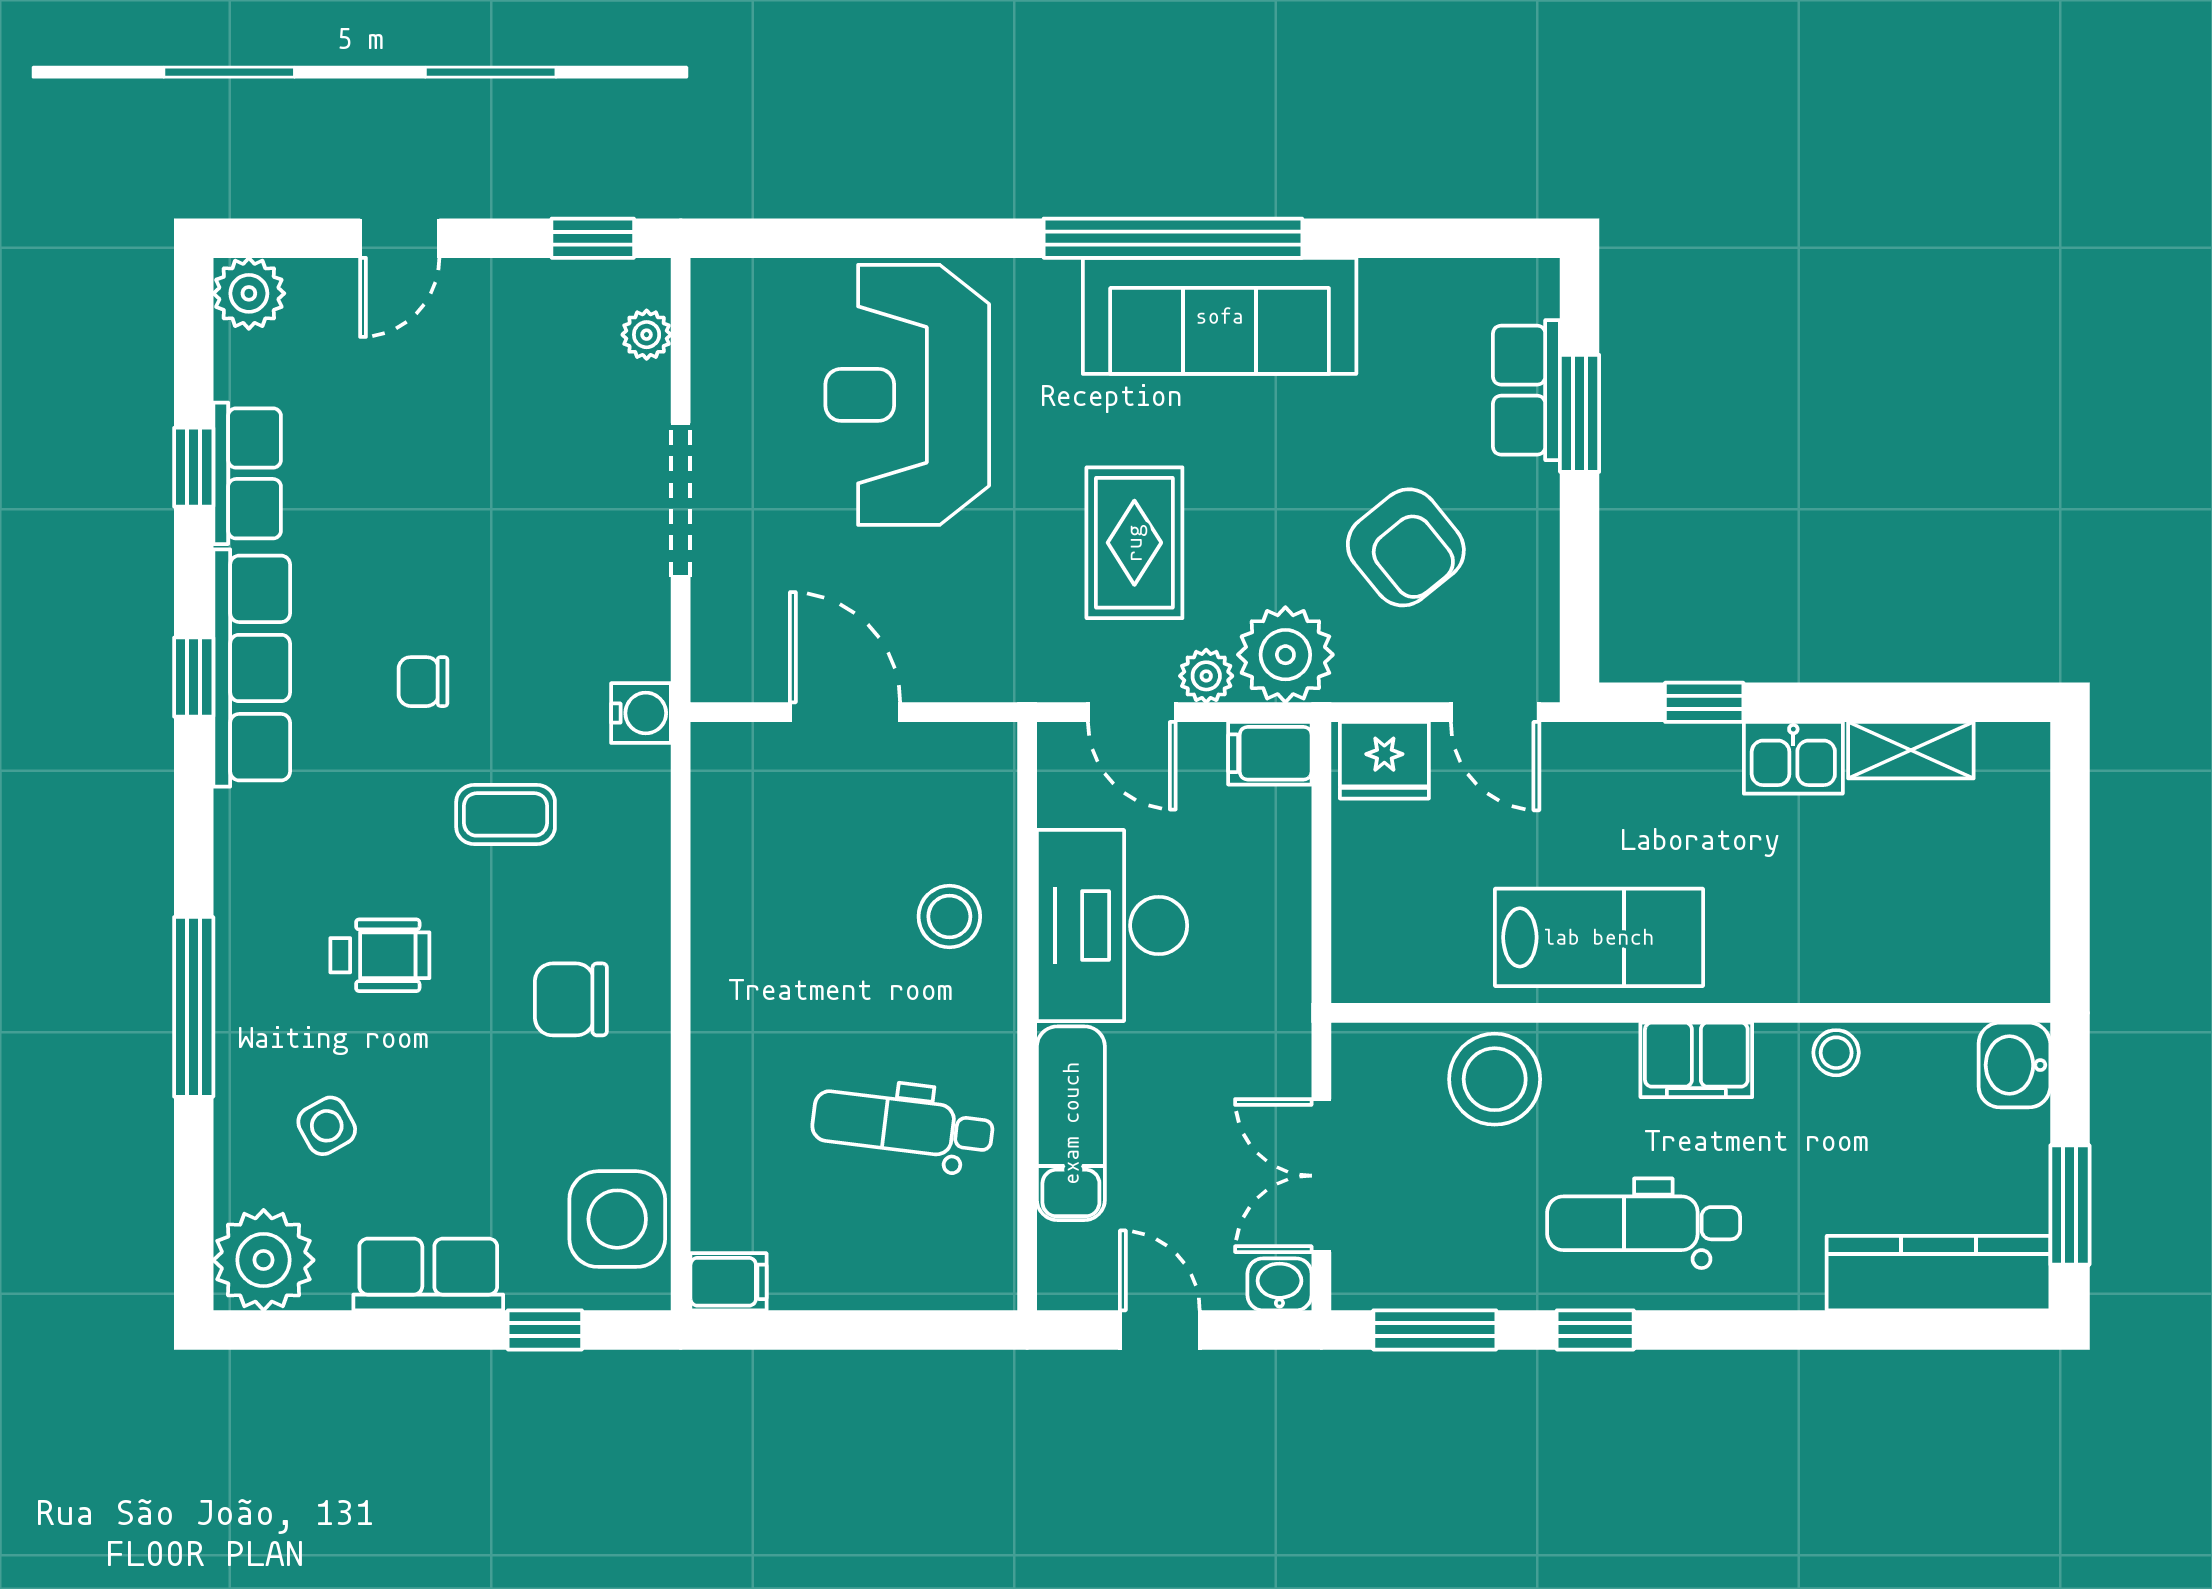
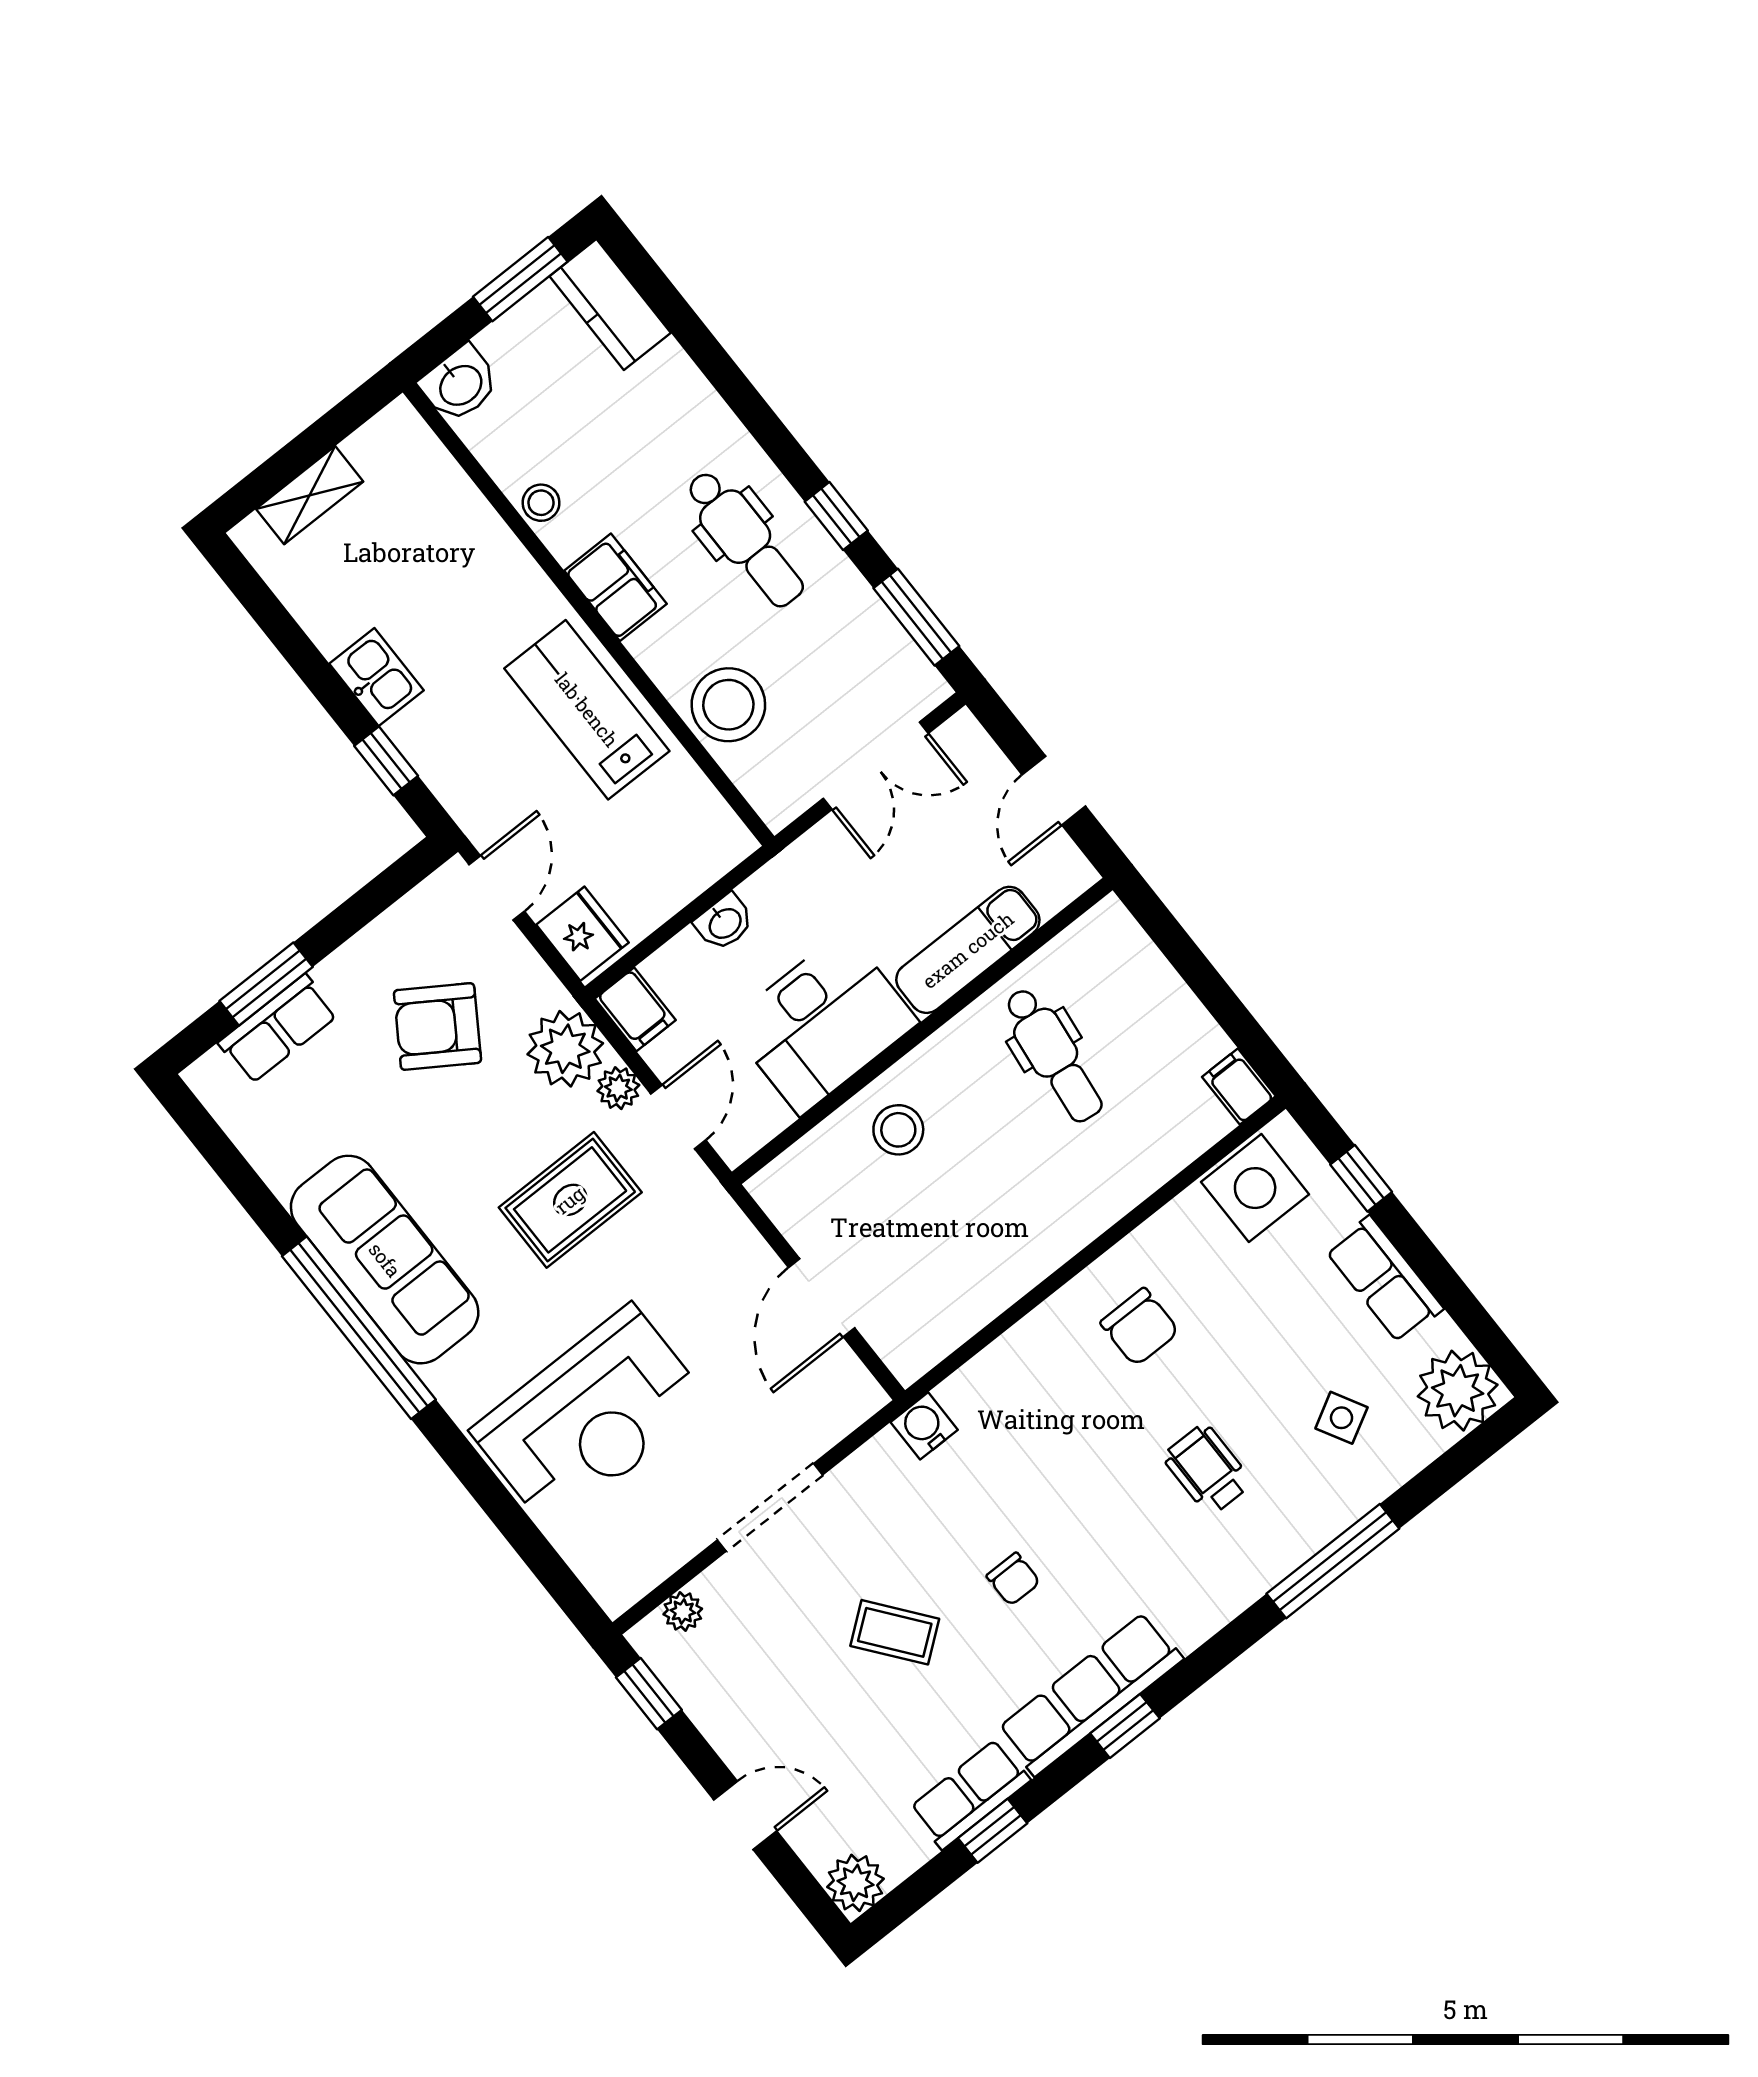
armchair: (1406, 547) -> (437, 1027), turned -108
shelving: (1911, 750) -> (310, 495), moved, turned 90
coffee table: (506, 814) -> (895, 1632), moved, turned -38
kitchen counter: (1938, 1273) -> (610, 305), width x0.67
washbasin: (1279, 1284) -> (724, 923), moved, turned -90

